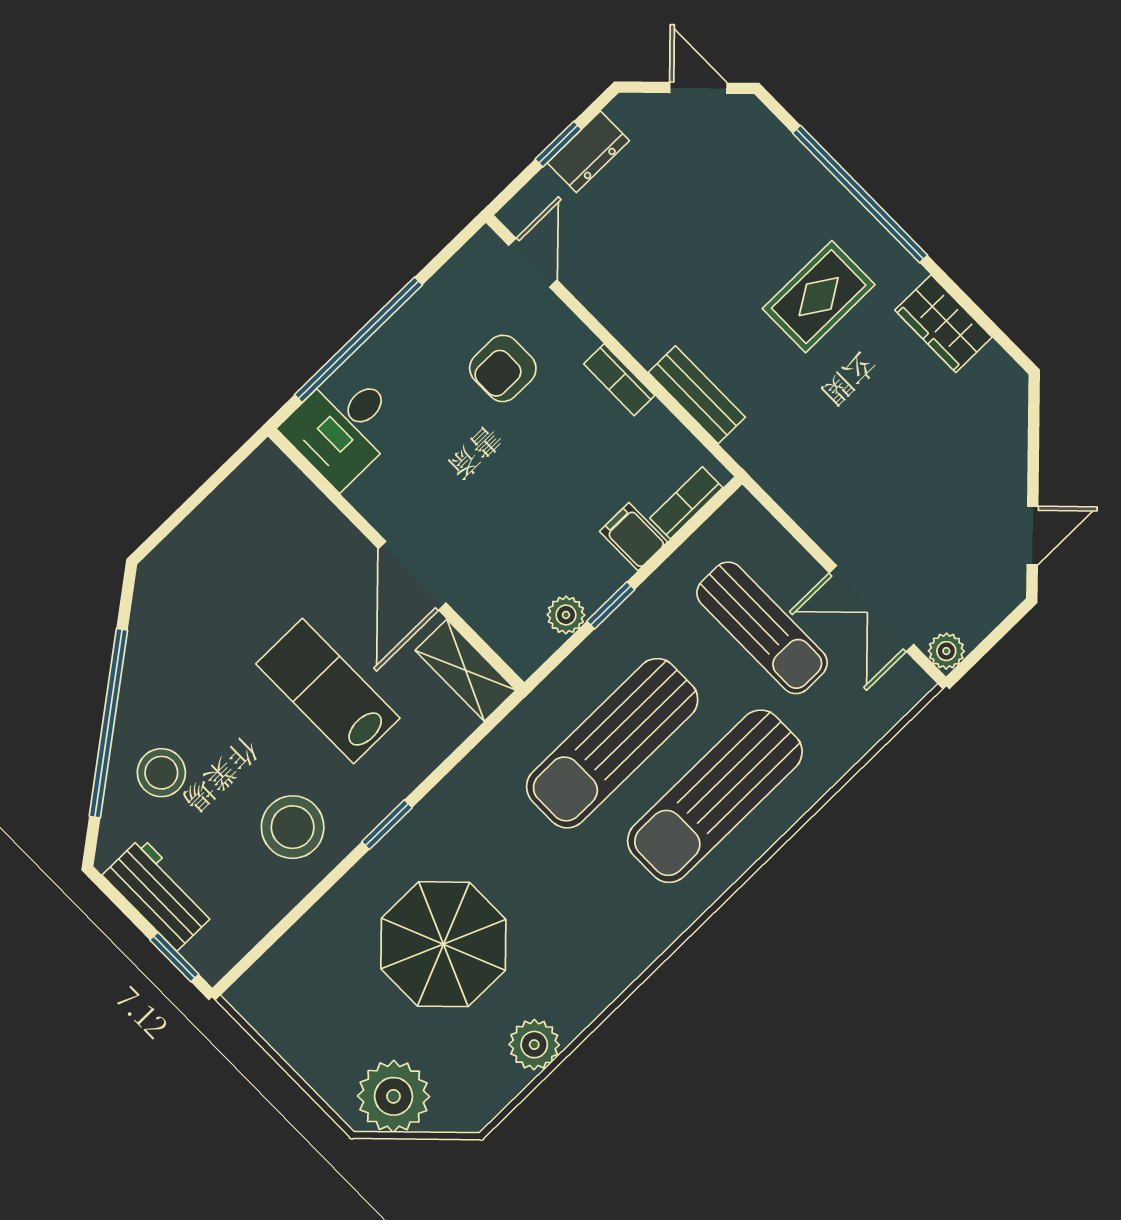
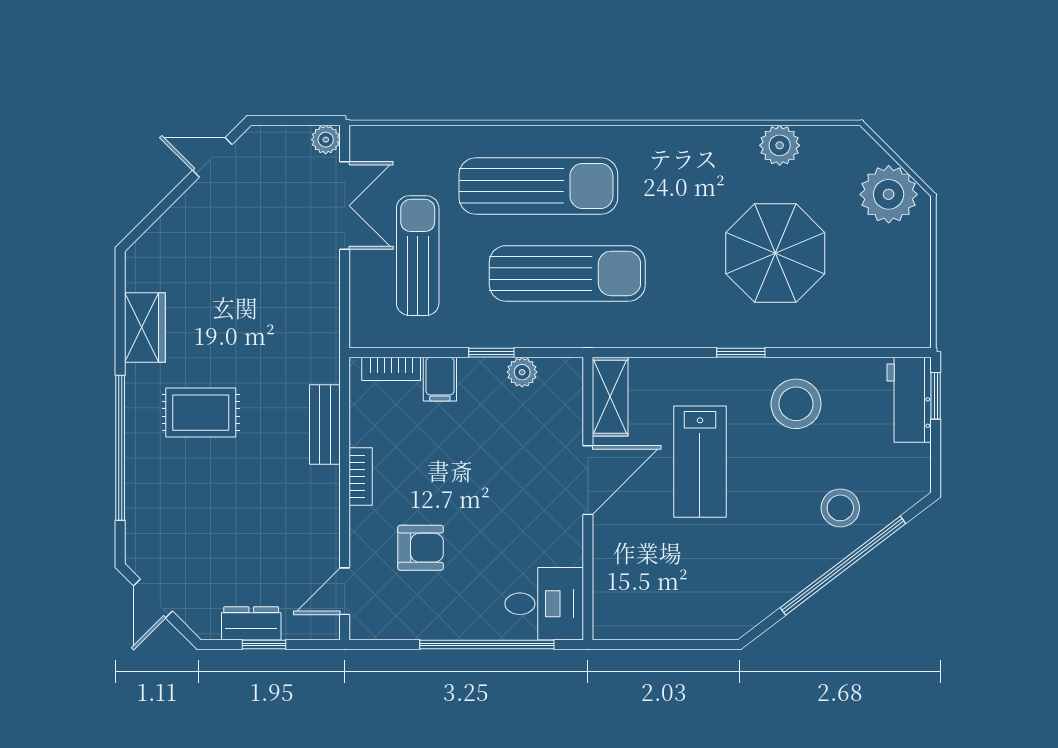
workbench: (159, 894) -> (909, 400), moved

